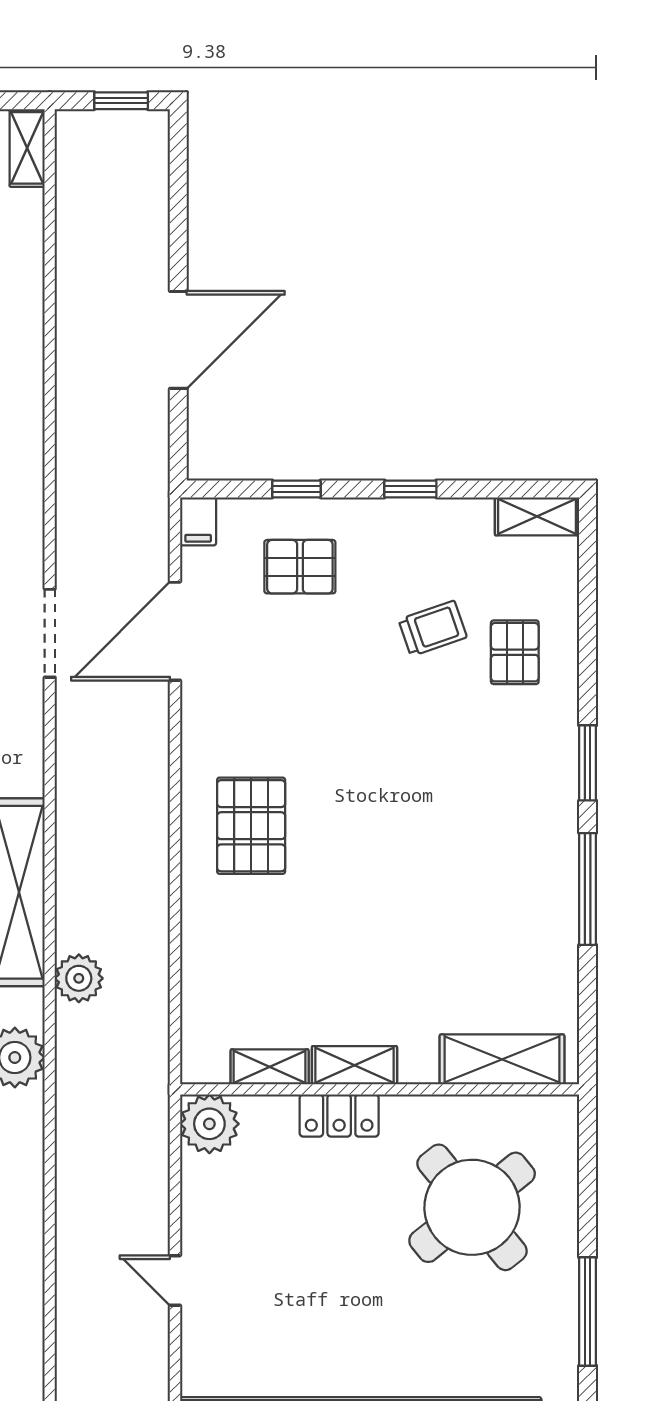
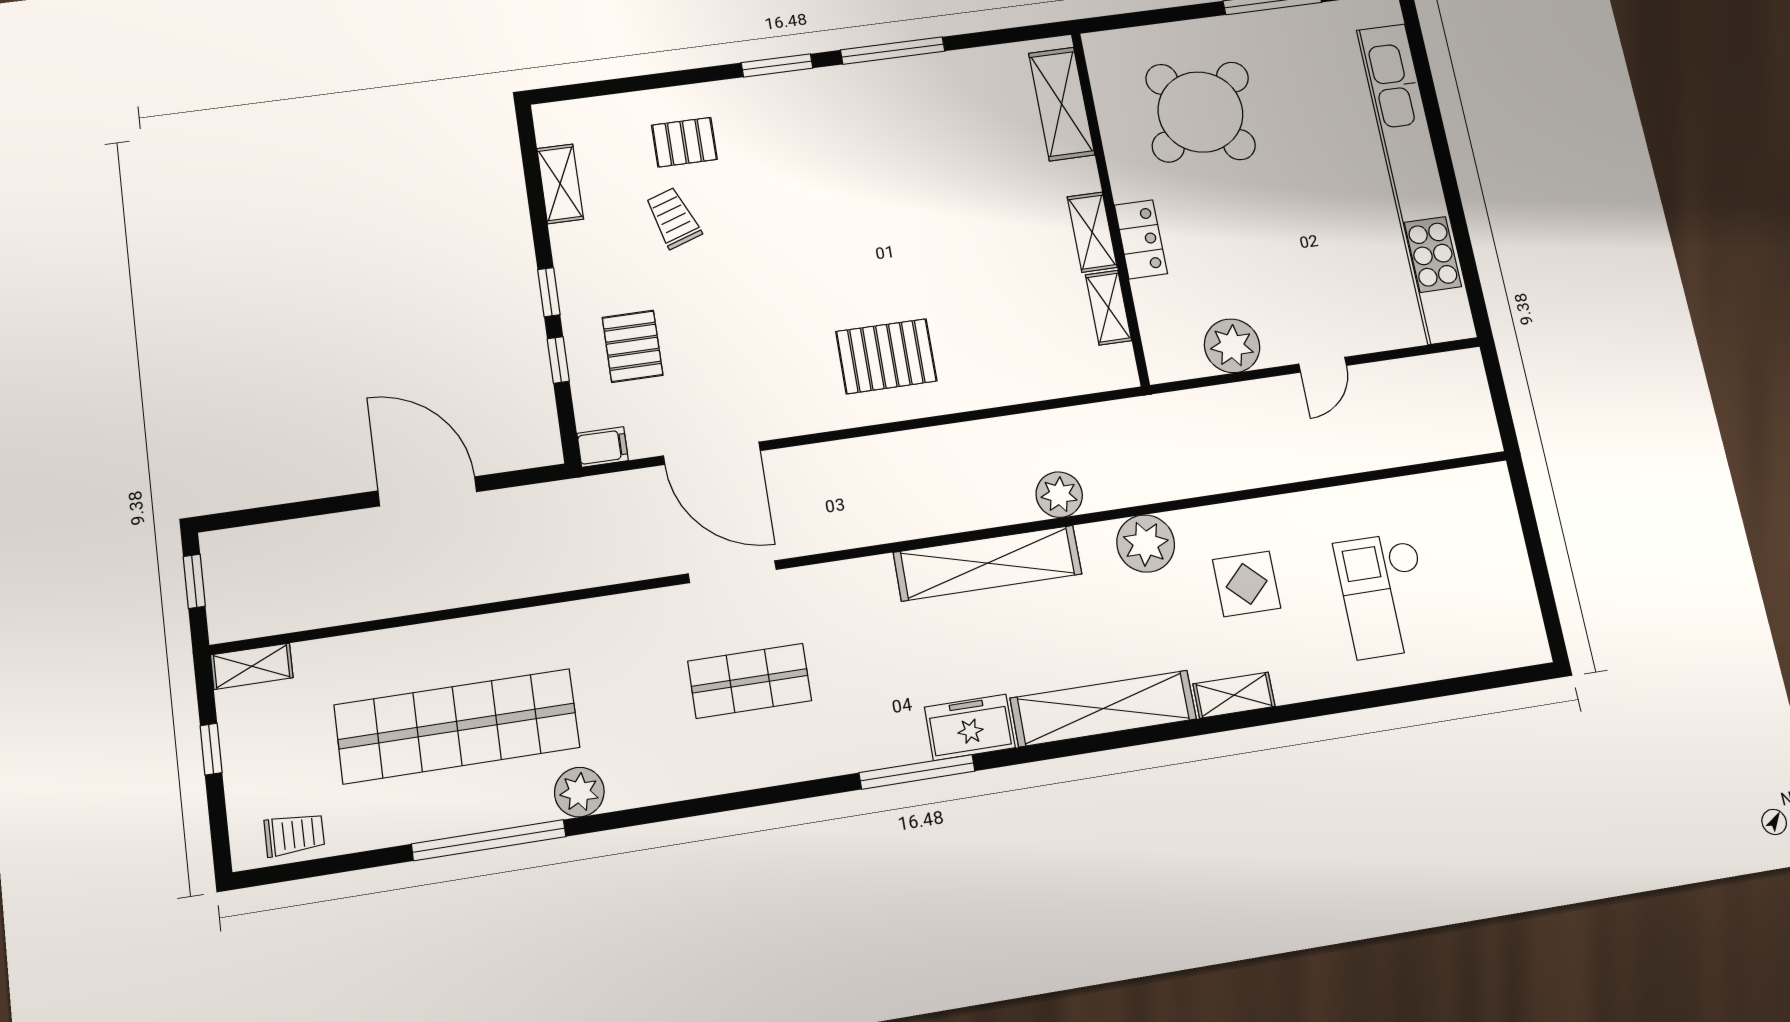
window: (410, 489) -> (549, 292), moved
shelving: (537, 516) -> (560, 184), moved
plant: (209, 1124) -> (1232, 346), moved

